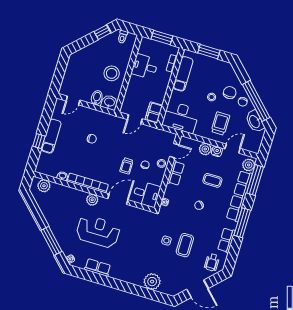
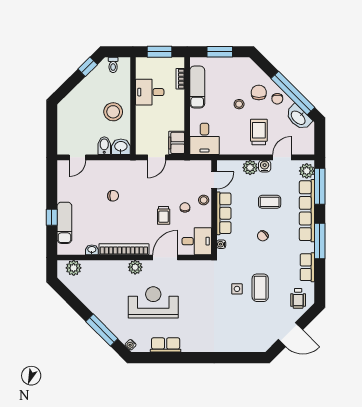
desk: (181, 117) -> (204, 139), width x0.73
exam couch: (51, 136) -> (64, 223), moved
row of seats: (176, 173) -> (224, 213), width x1.48
plant: (152, 282) -> (235, 342), removed

